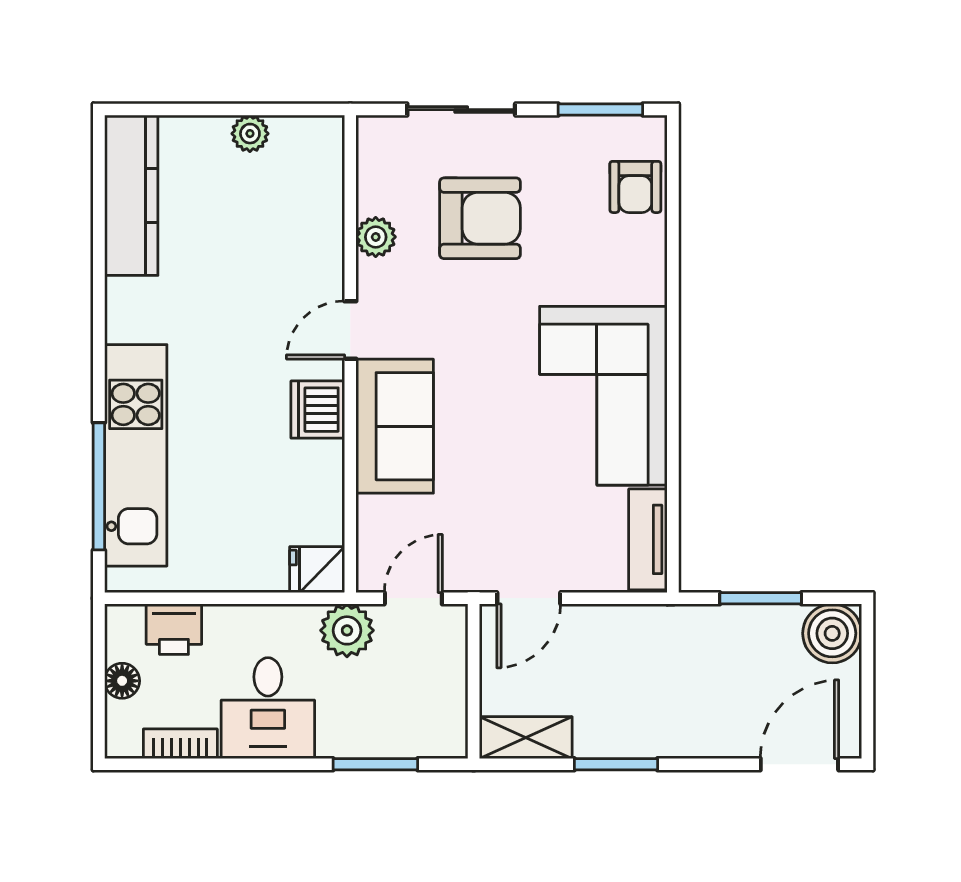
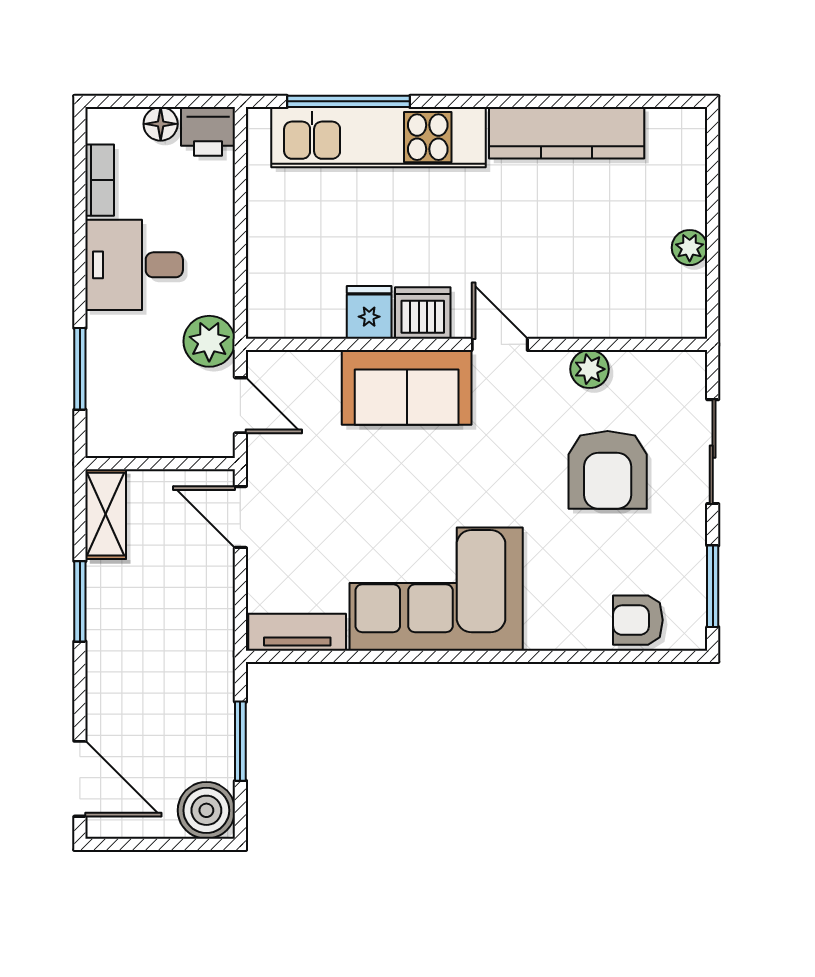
kitchen counter: (131, 195) -> (567, 133), moved
fridge: (317, 570) -> (369, 312), moved
printer: (174, 629) -> (208, 131), moved, turned -90

